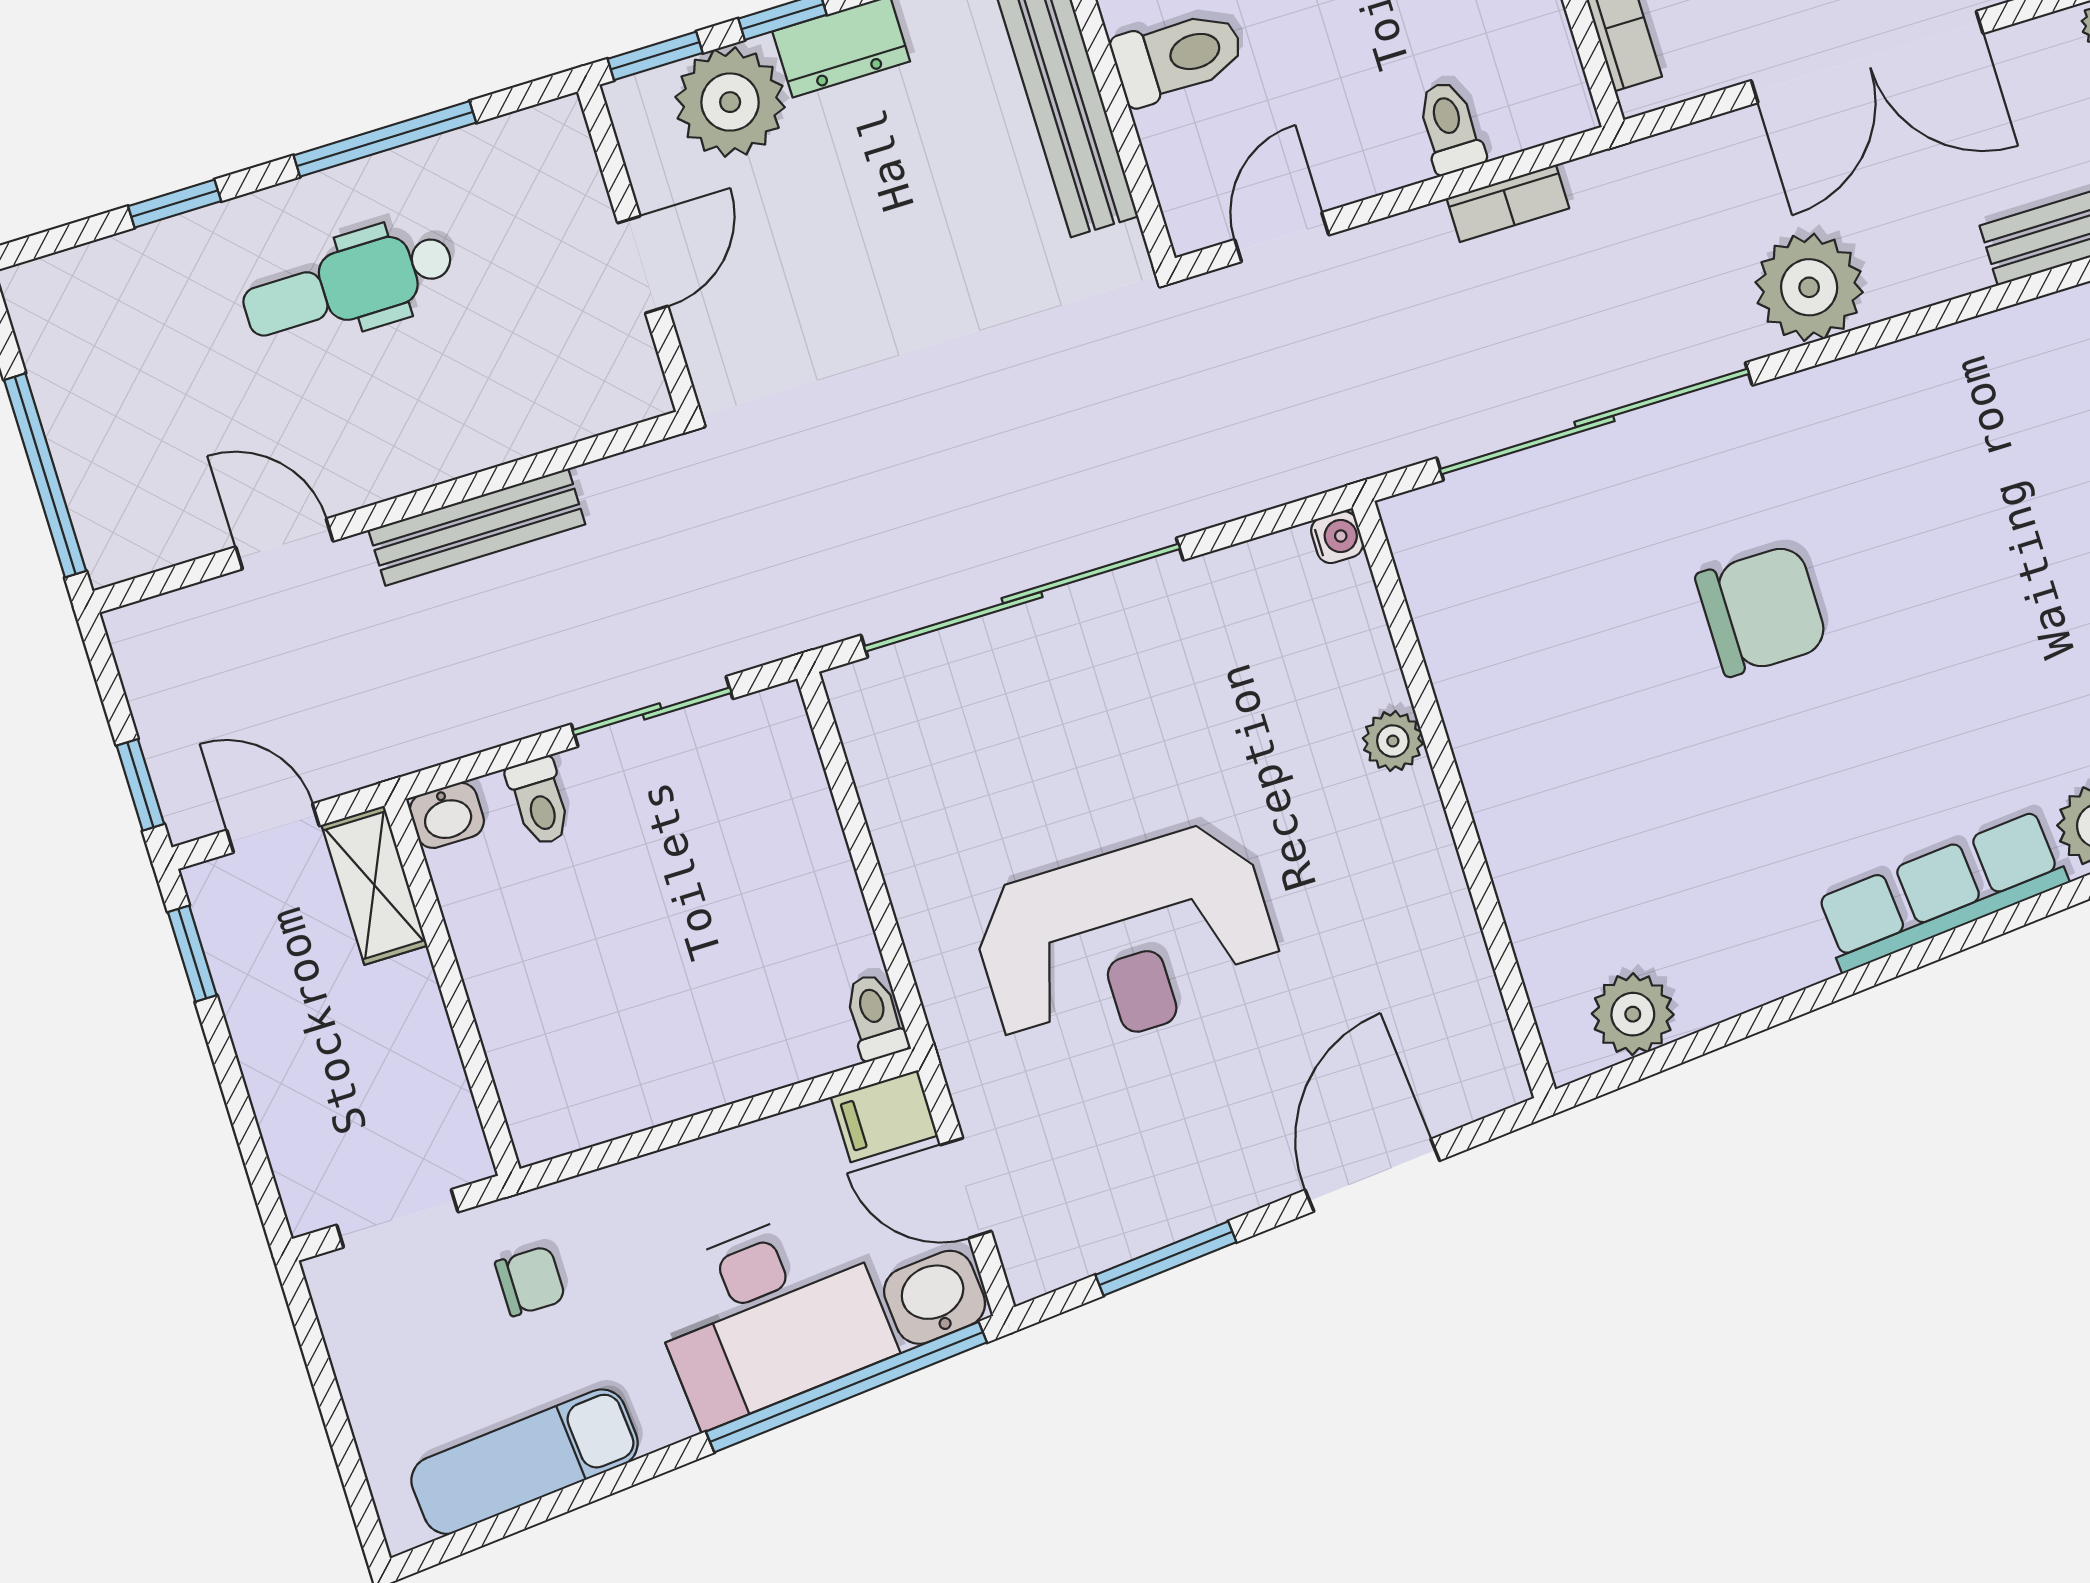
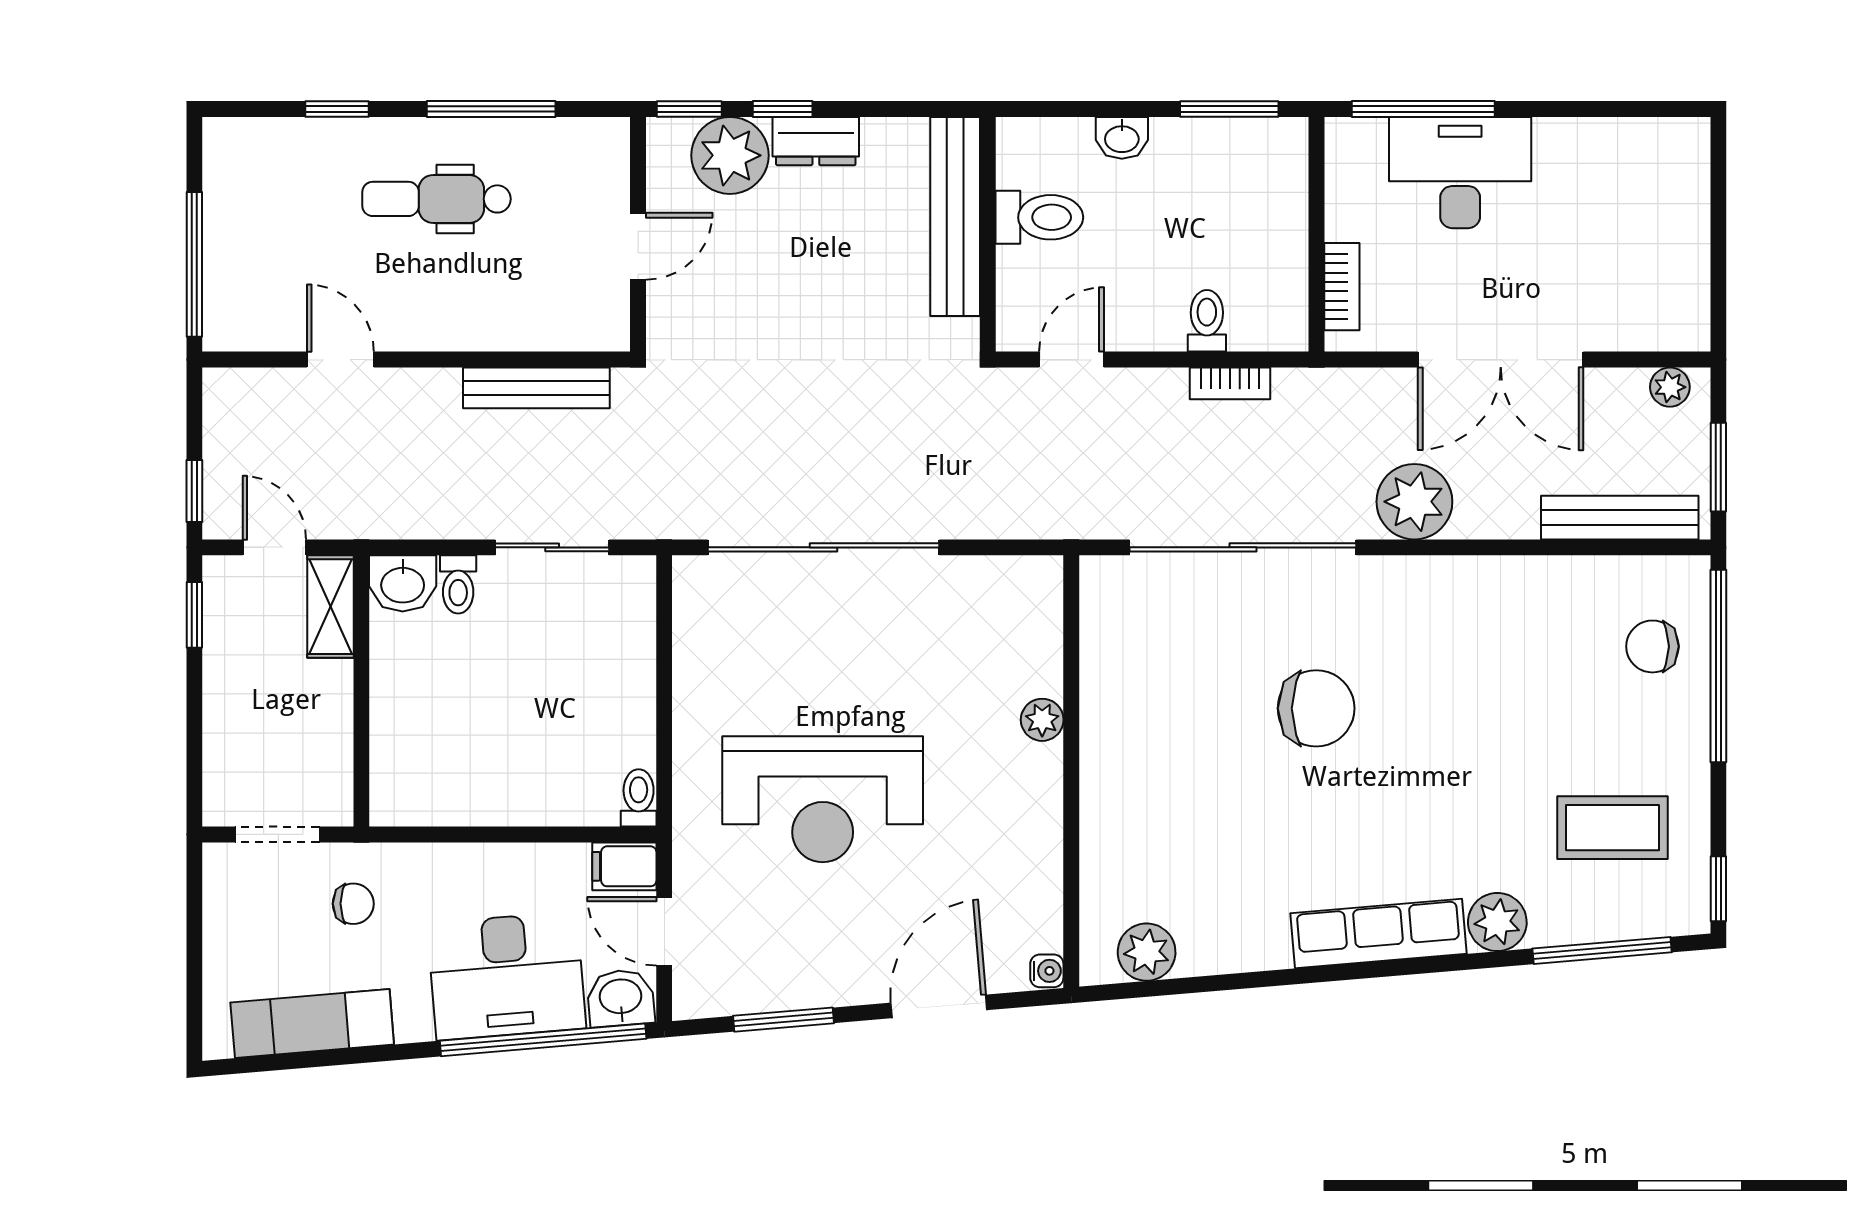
bench: (477, 527) -> (536, 388), moved
water cooler: (1337, 537) -> (1047, 971), moved
washbasin: (447, 815) -> (403, 583), width x1.38, depth x1.45

